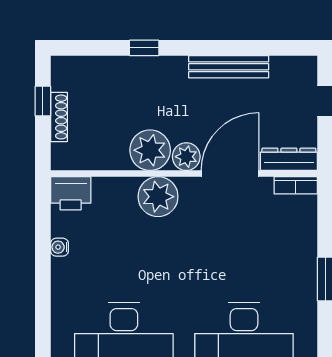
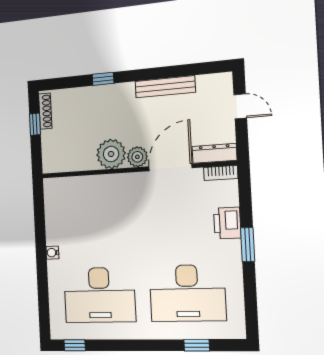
shoe rack: (59, 117) -> (45, 111), moved
printer: (71, 193) -> (227, 223), moved, turned 90
plant: (158, 197) -> (118, 188), removed
water cooler: (59, 247) -> (52, 253), moved

